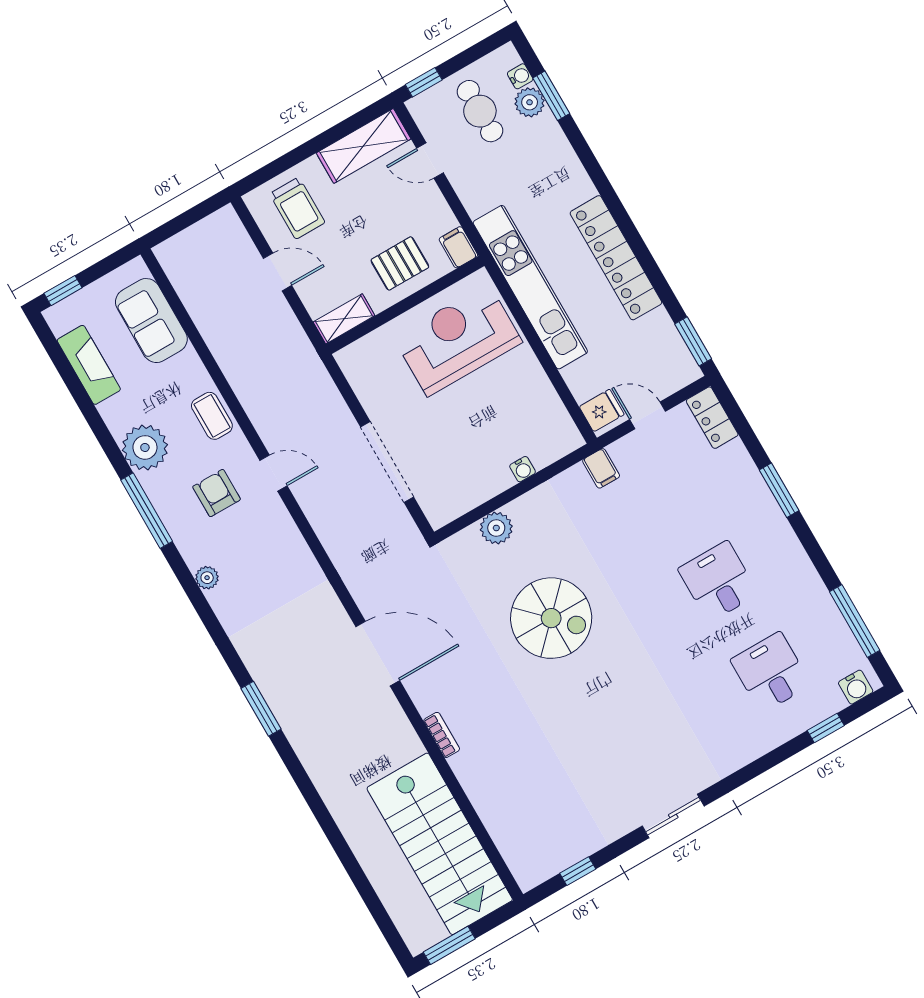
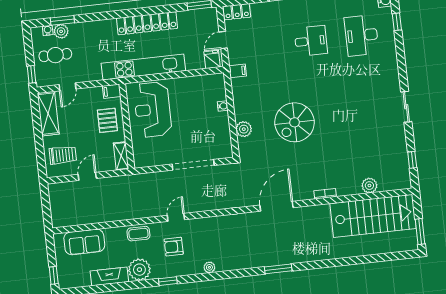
fireplace: (89, 365) -> (109, 276), moved
window: (147, 511) -> (168, 281), width x0.46
desk: (718, 581) -> (311, 41), turned 180
spiral stairs: (551, 618) -> (295, 122), turned 180
desk: (771, 672) -> (361, 35), width x1.37
plant: (494, 812) -> (369, 186), added

